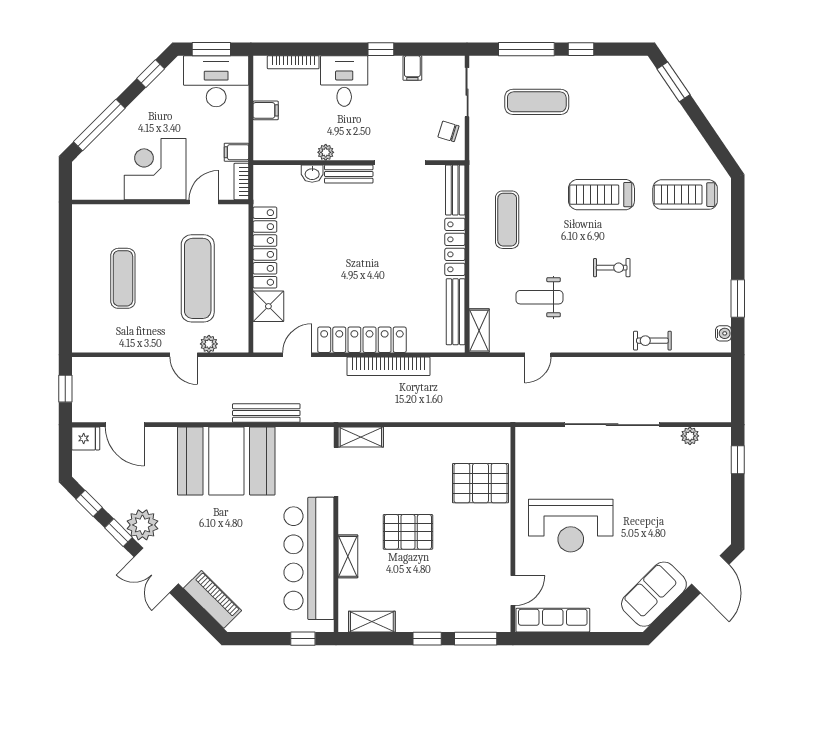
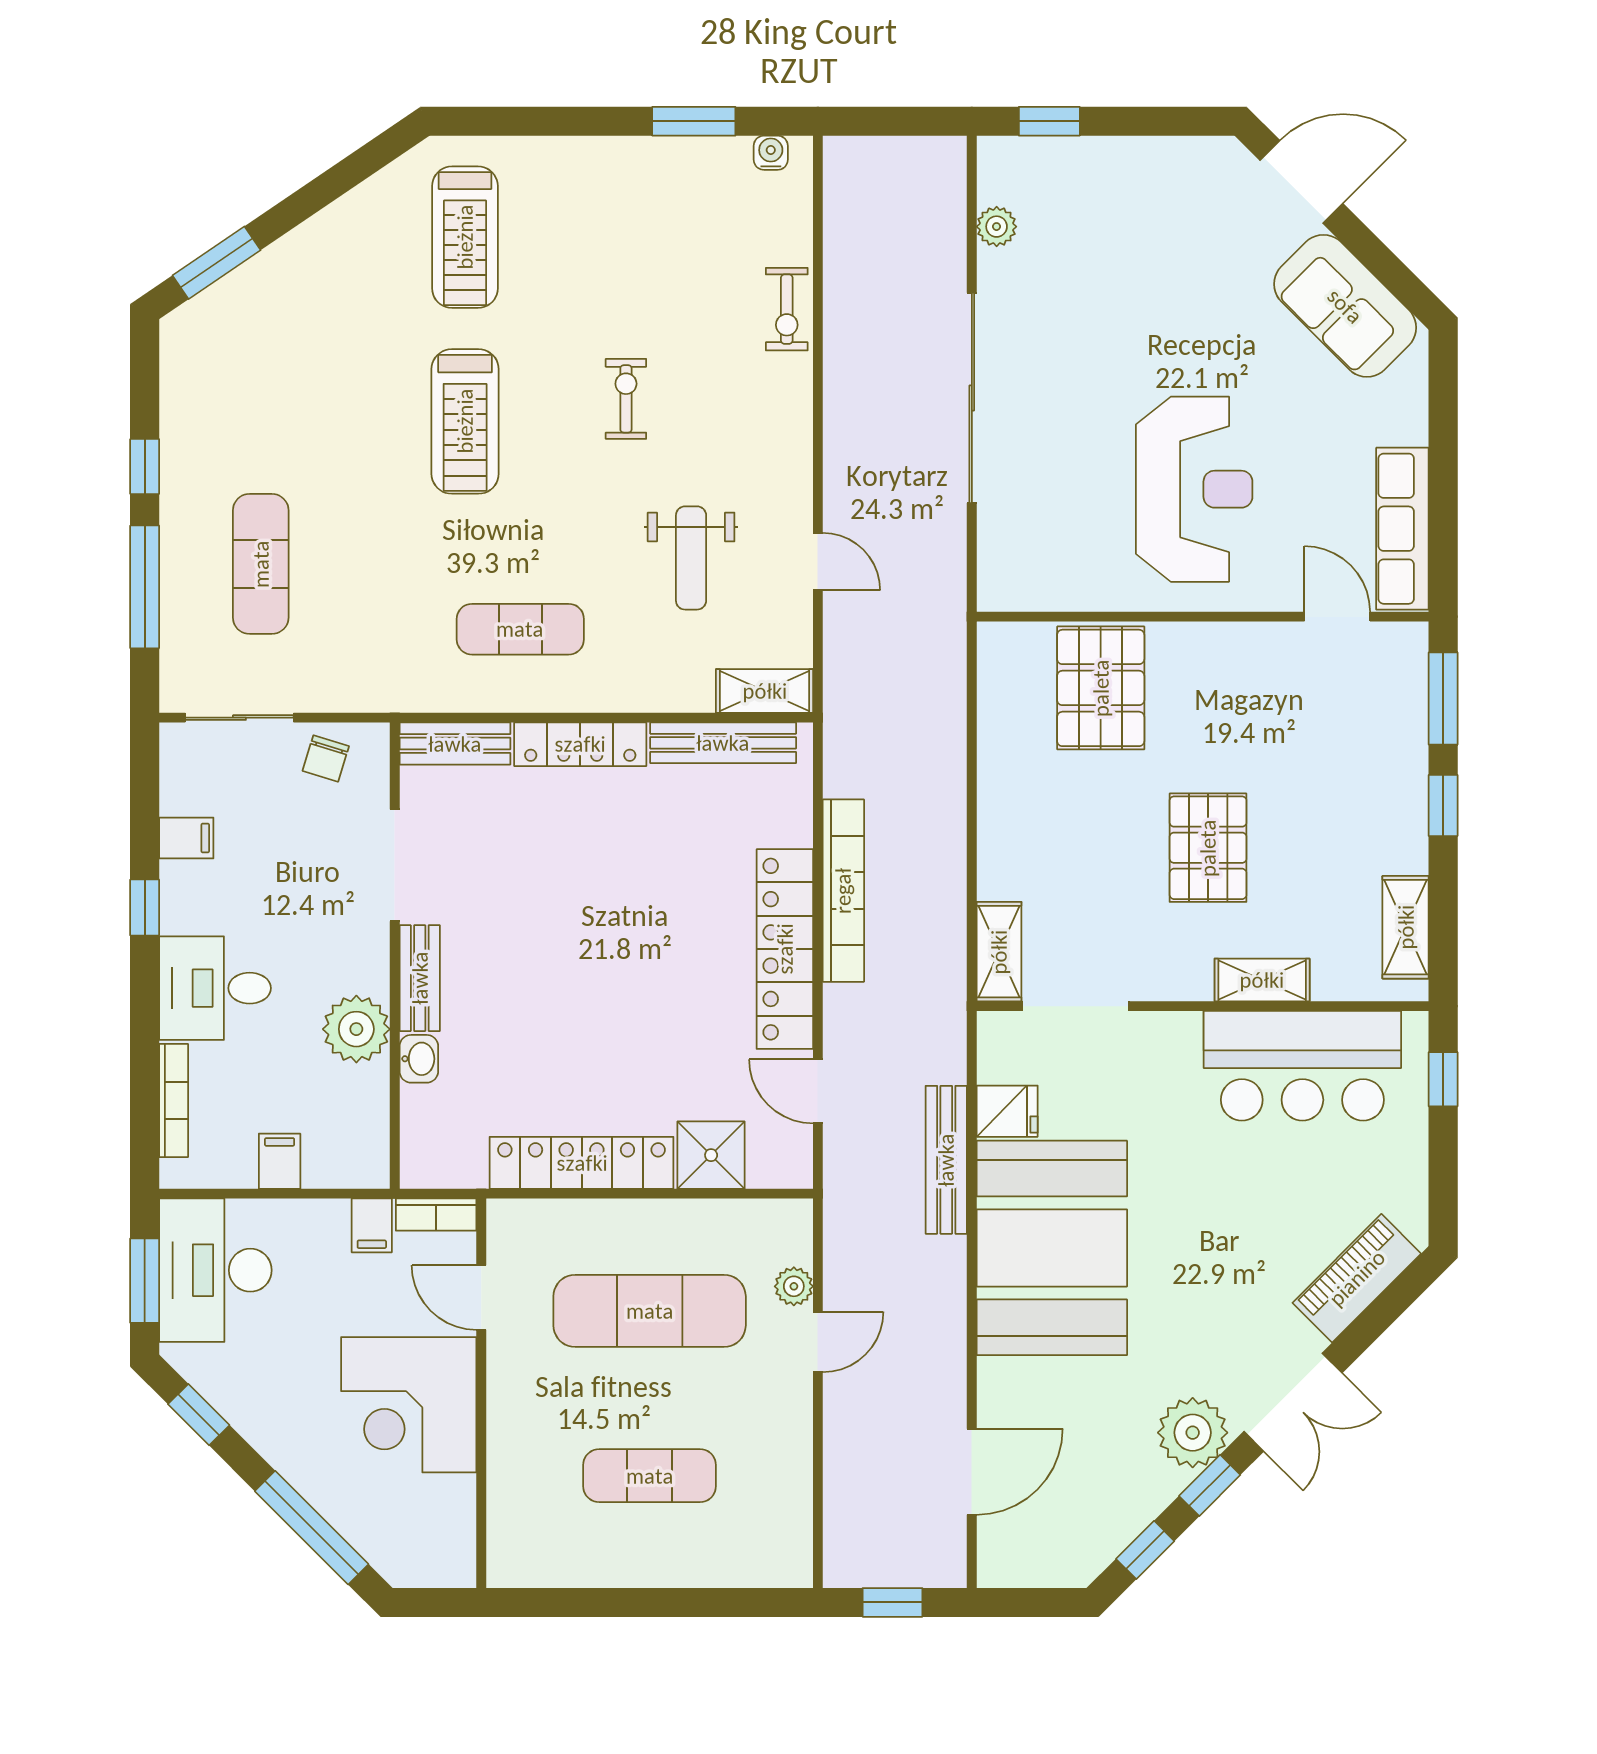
plant: (326, 152) -> (356, 1029), width x1.88, depth x1.88
fridge: (86, 438) -> (1007, 1111), moved, turned 90
bar counter: (309, 558) -> (1302, 1066), width x0.73

